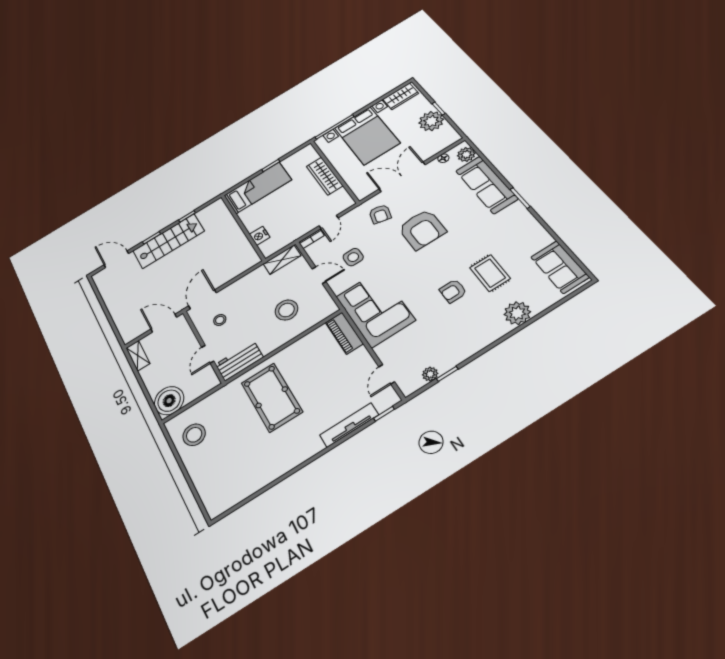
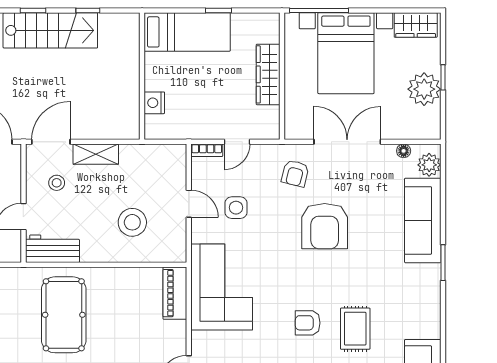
shelving: (282, 260) -> (96, 154), moved

